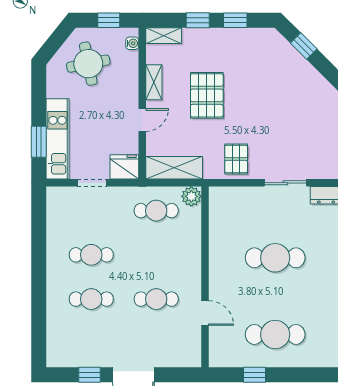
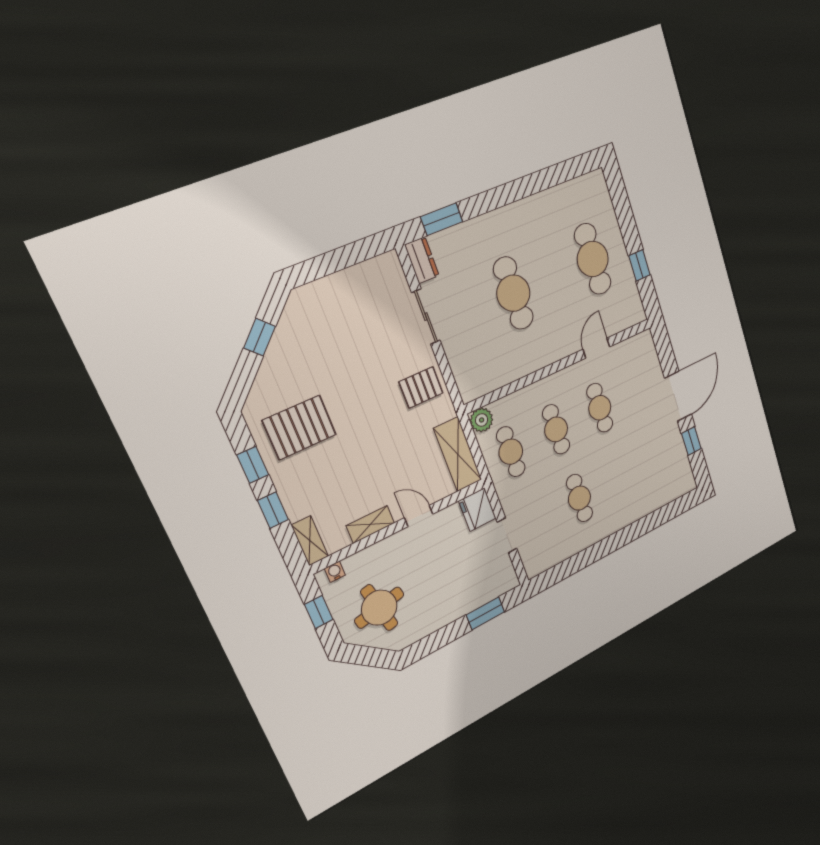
window: (304, 46) -> (260, 337), moved
pallet: (207, 95) -> (299, 428), moved
kitchen unit: (57, 139) -> (475, 596), removed
cafe table: (91, 299) -> (556, 429), moved

